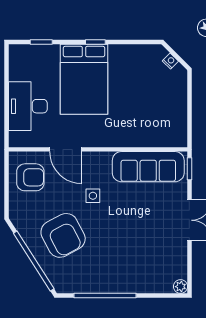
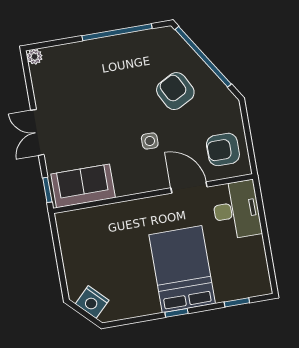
nightstand: (170, 61) -> (92, 302), width x1.89, depth x1.79
desk: (28, 106) -> (236, 210), moved
sofa: (148, 167) -> (83, 186), width x0.73
armchair: (63, 235) -> (175, 91), width x0.73, depth x0.73

